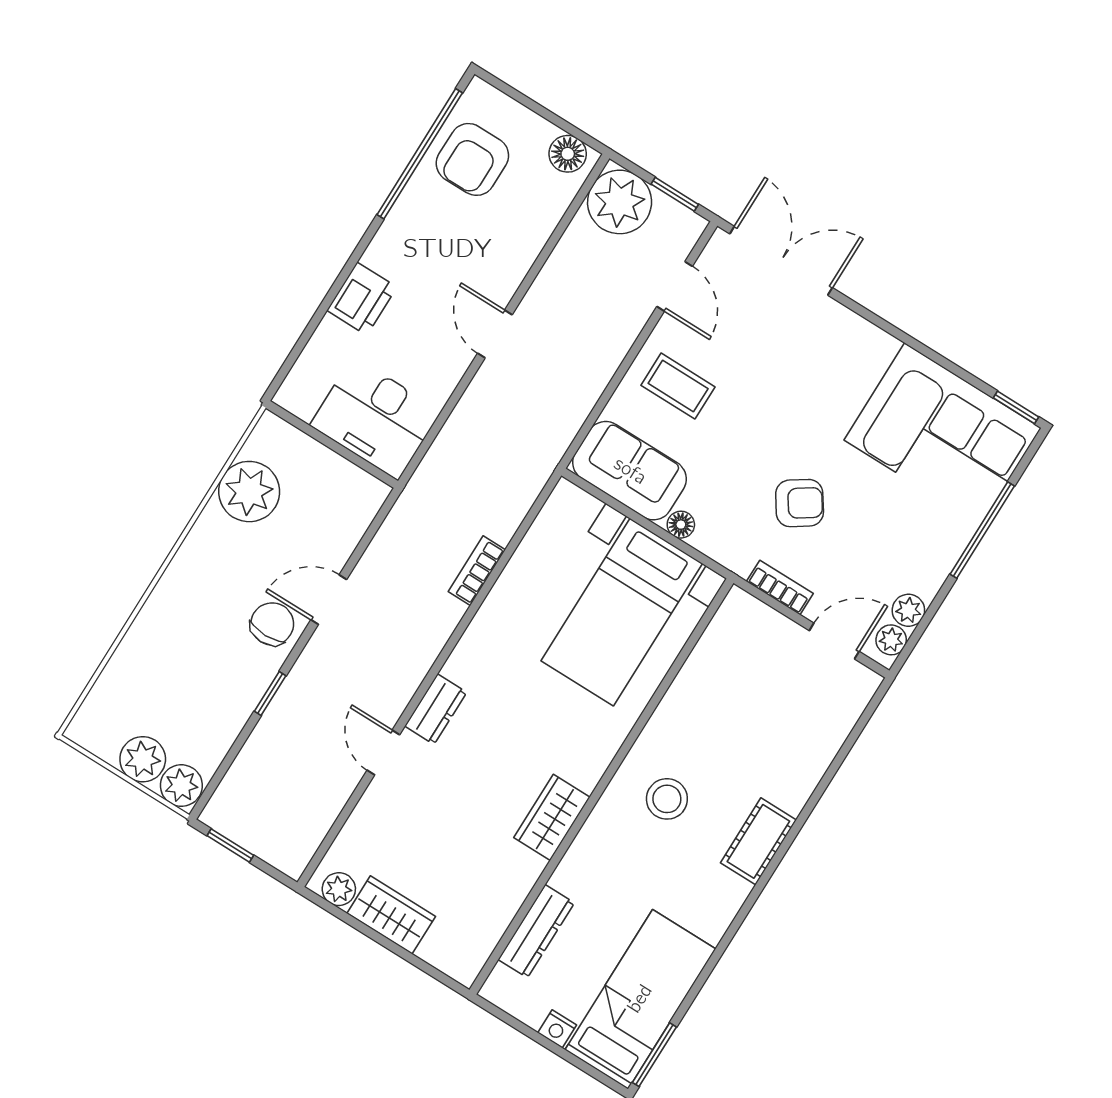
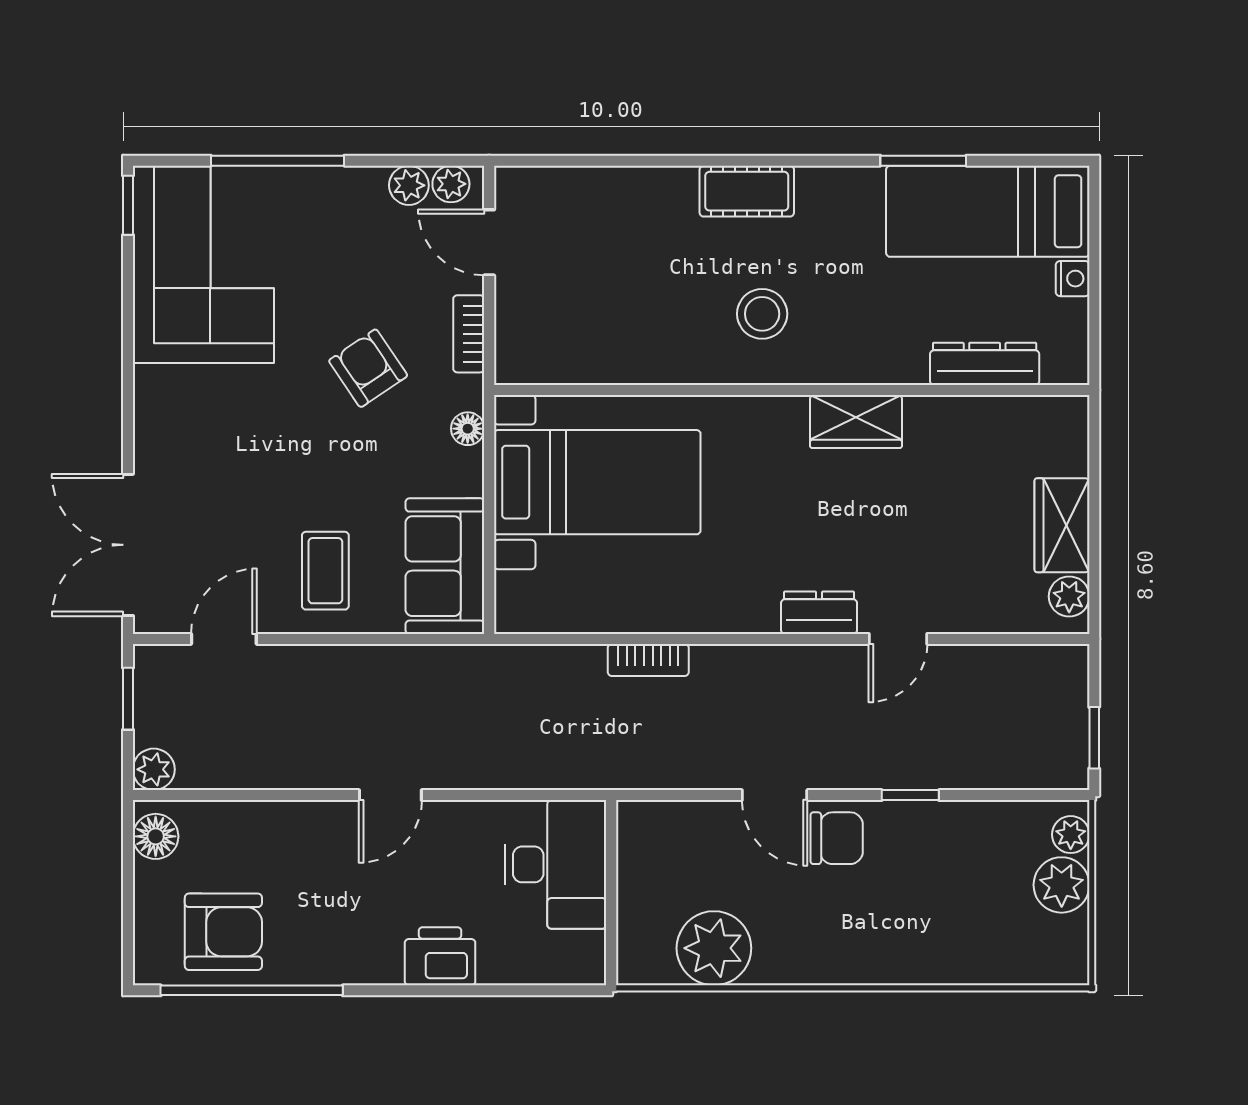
plant: (620, 202) -> (154, 769), width x0.53, depth x0.53
floor lamp: (681, 525) -> (468, 429), moved
chair: (272, 624) -> (837, 838), turned 180
plant: (181, 786) -> (1071, 835), width x0.73, depth x0.73
window: (654, 1055) -> (923, 161), moved

